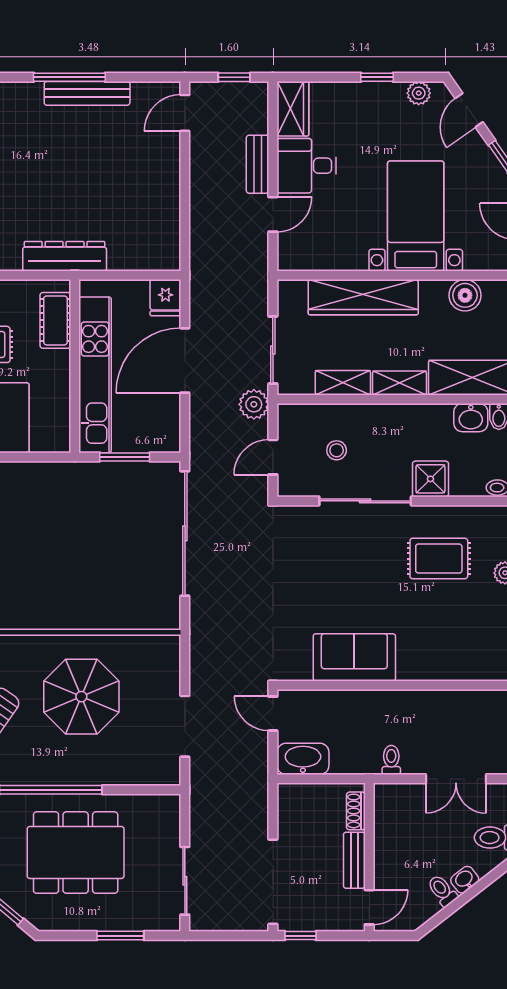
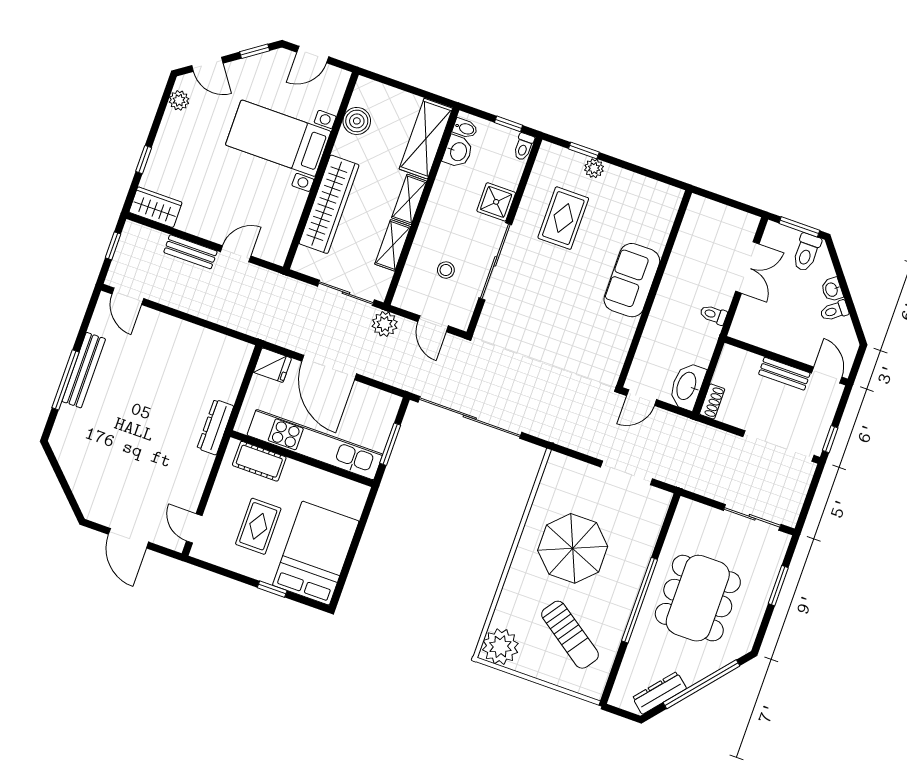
window: (377, 77) -> (144, 160), moved
desk: (307, 166) -> (206, 212), removed
door: (273, 214) -> (236, 254), hinge flipped
dresser: (65, 256) -> (215, 427), width x0.73, depth x0.80
sofa: (354, 657) -> (632, 280), moved
shoe rack: (356, 811) -> (712, 401), moved, turned -90

